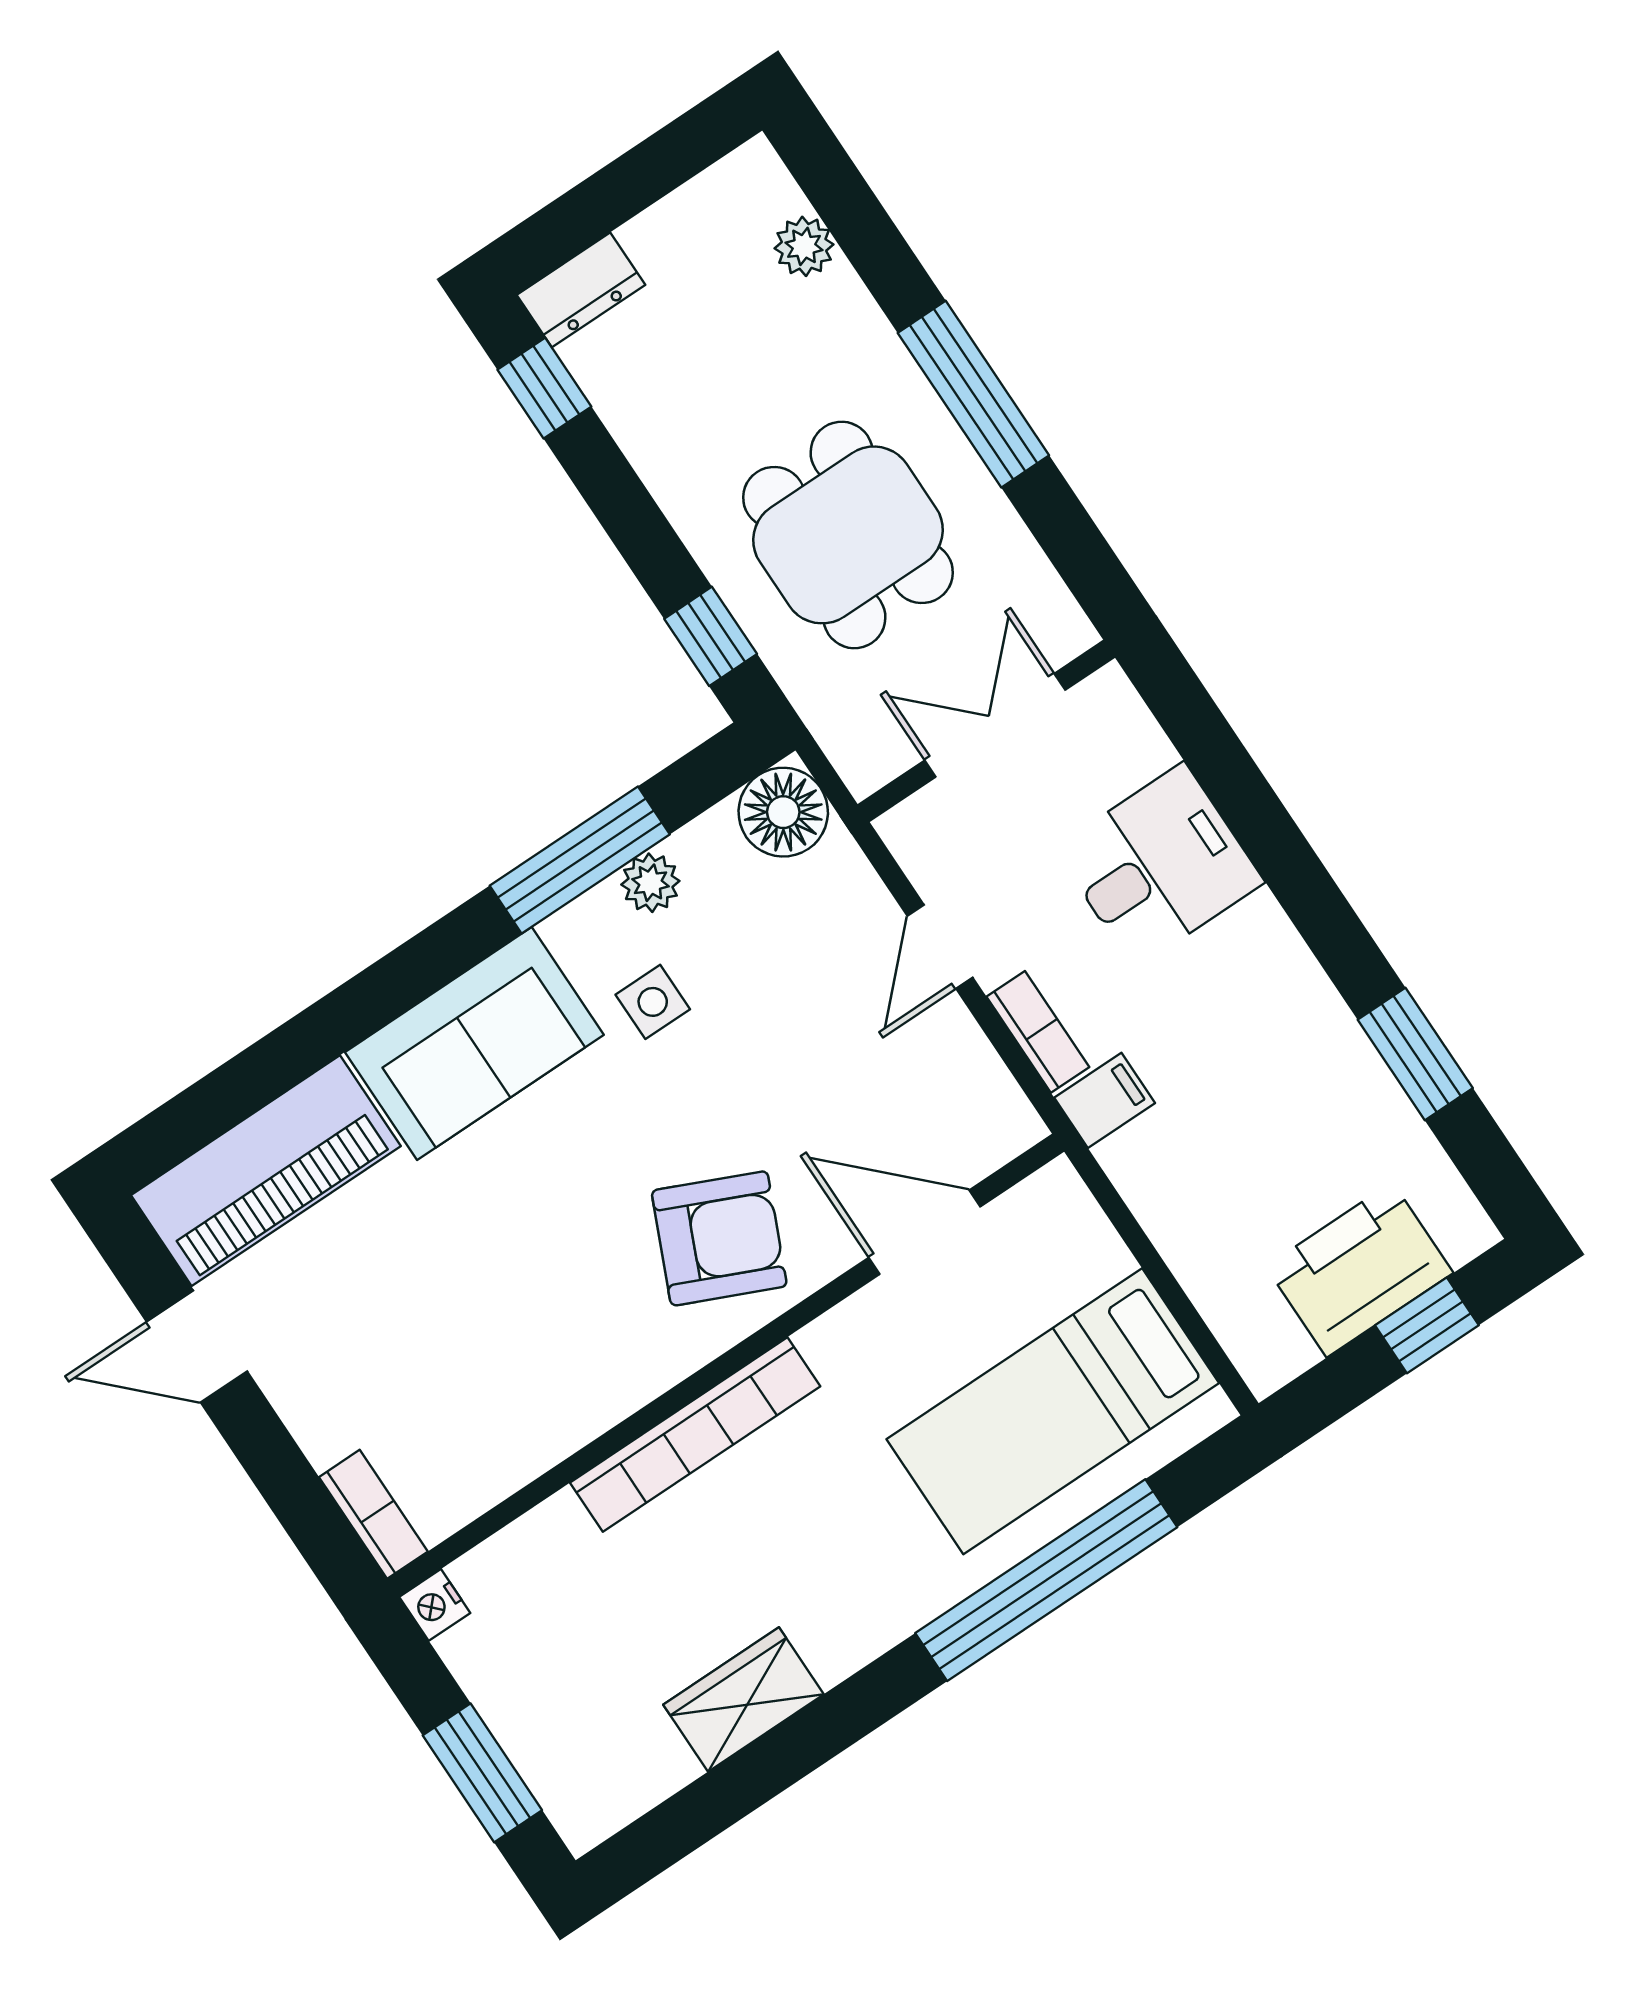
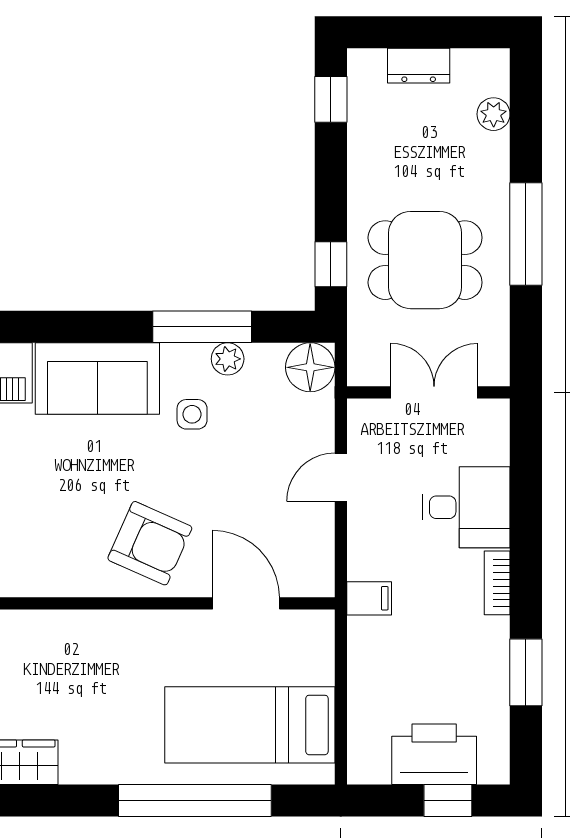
dresser: (581, 290) -> (419, 66), moved
dining table: (848, 535) -> (425, 260), turned 90
bookcase: (1038, 1032) -> (497, 583), moved, turned 180
bookcase: (695, 1434) -> (79, 626), removed

